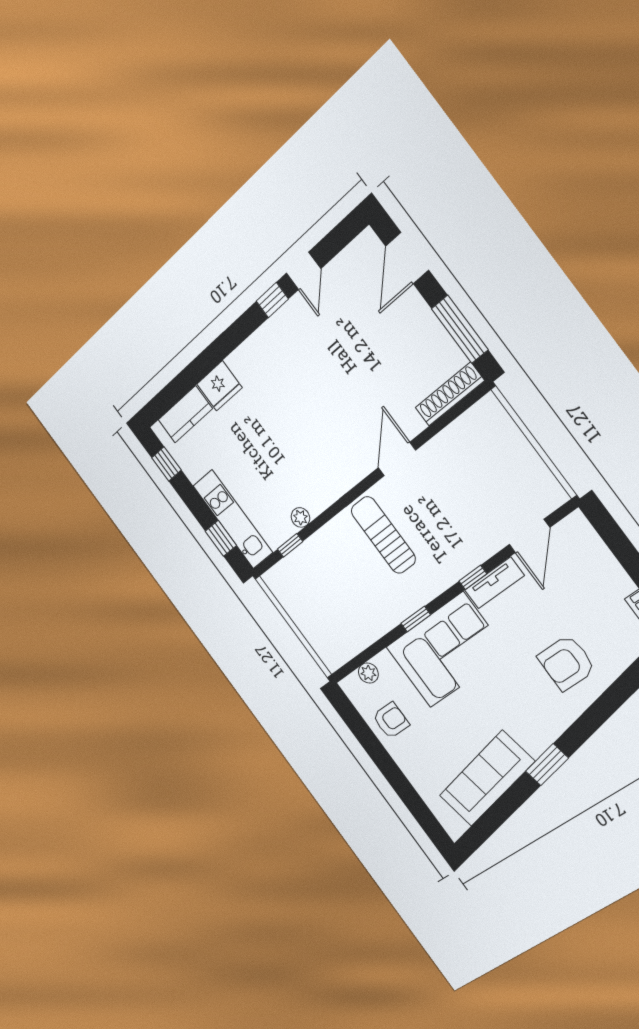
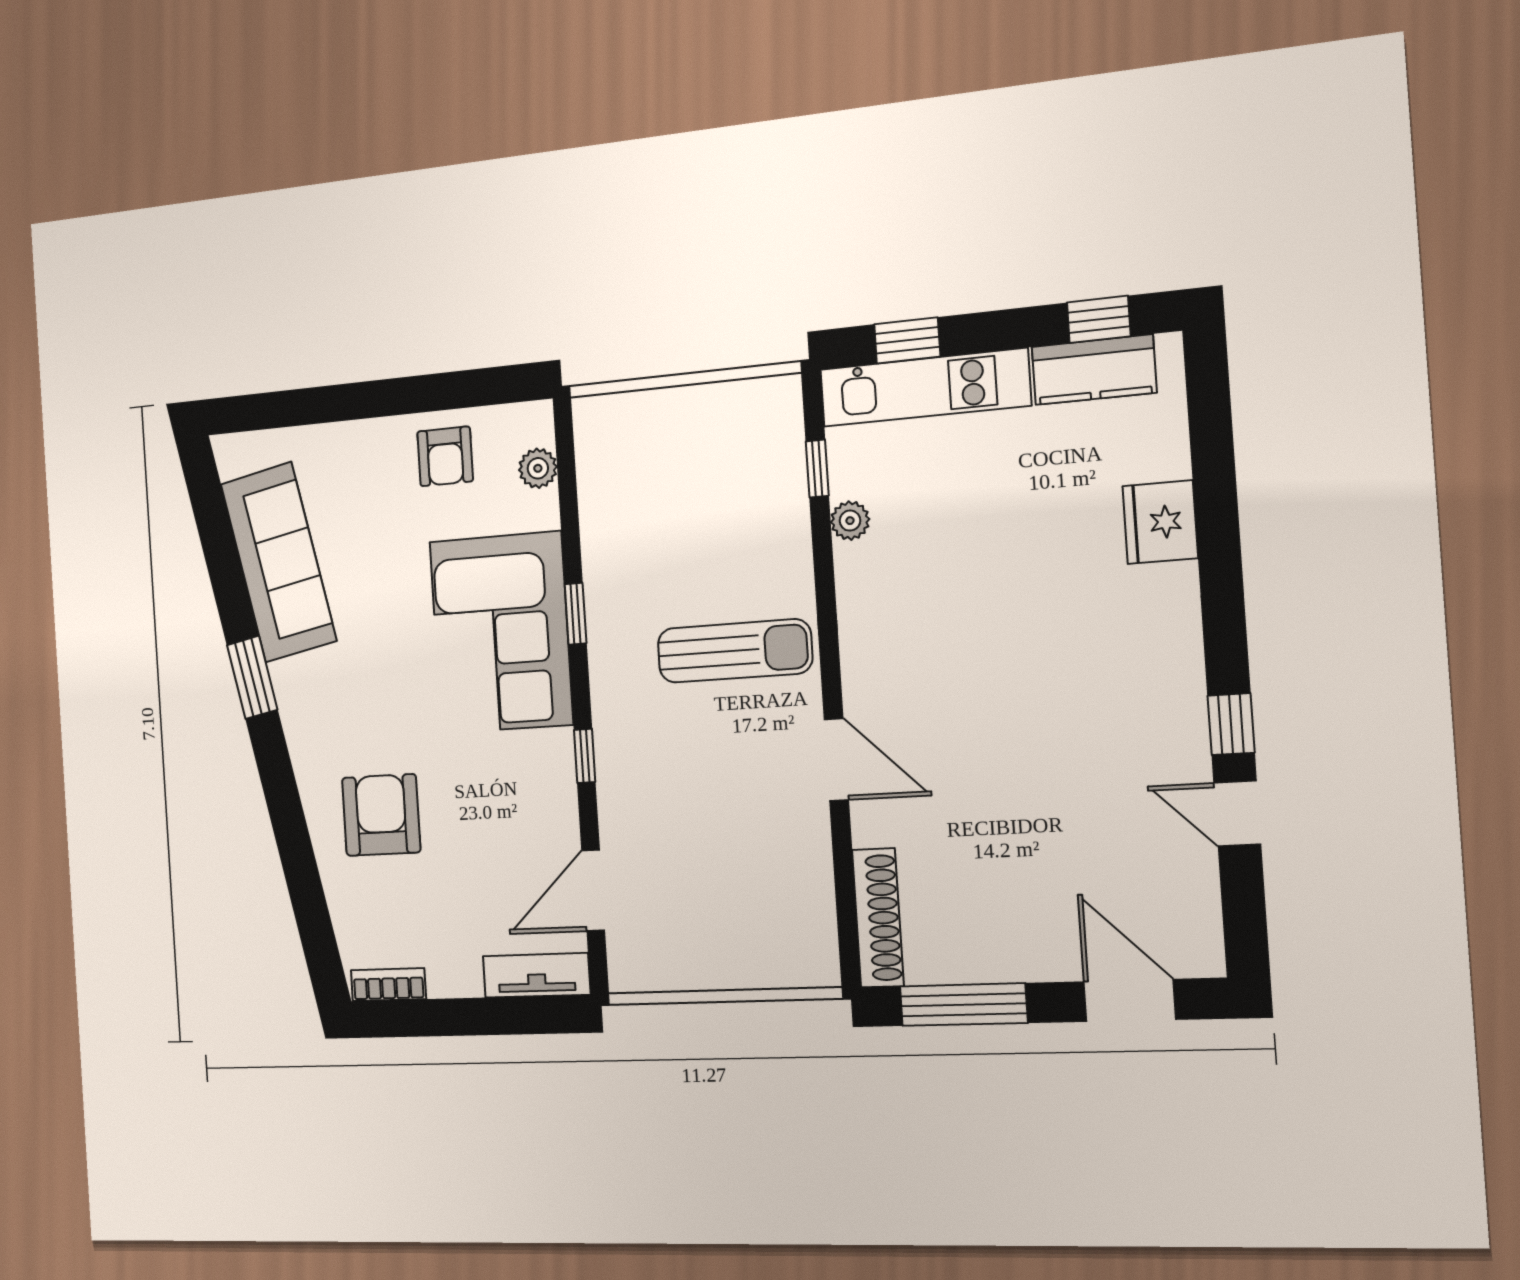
kitchen counter: (185, 414) -> (1094, 370), moved, turned -90
door: (529, 536) -> (593, 890), hinge flipped
tv unit: (494, 583) -> (536, 975), moved, turned 90

